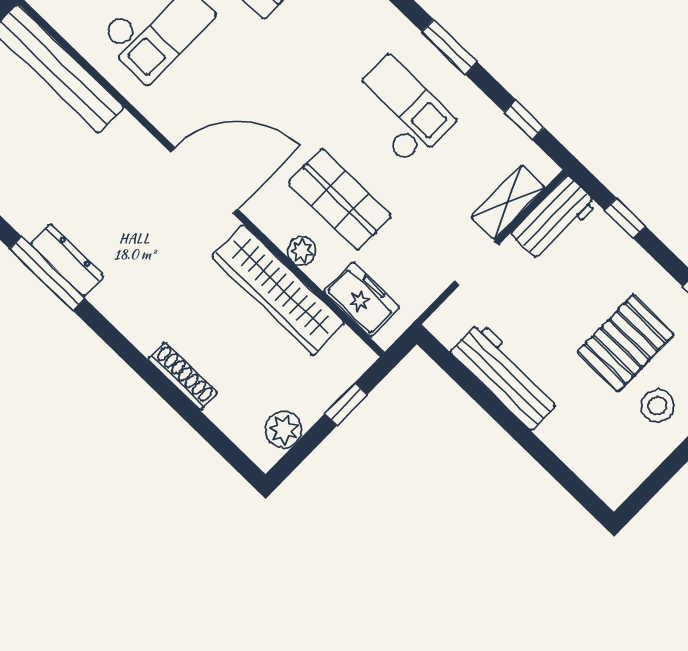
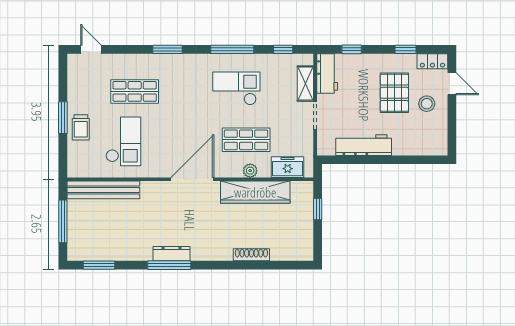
window: (449, 47) -> (232, 49), width x1.44
plant: (284, 430) -> (305, 239), removed

